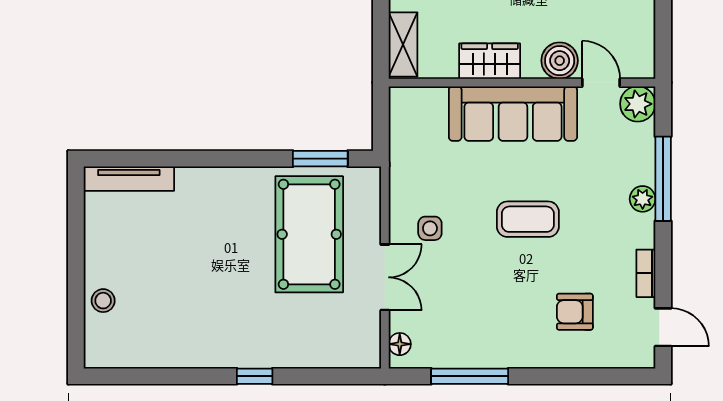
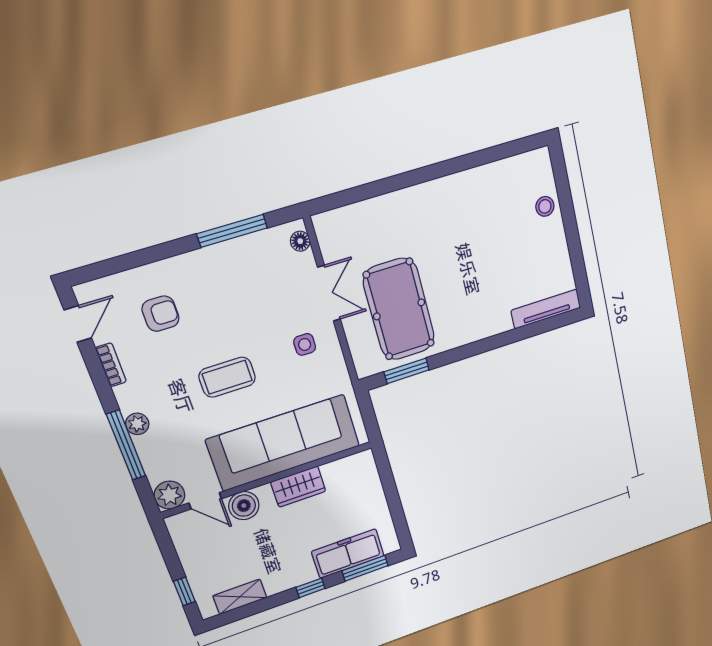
shelving: (403, 44) -> (368, 476), removed
sofa: (513, 114) -> (284, 443), width x1.36, depth x1.27
double door: (385, 277) -> (329, 293), swing flipped
door: (663, 327) -> (78, 324), swing flipped
window: (255, 376) -> (412, 178), removed

